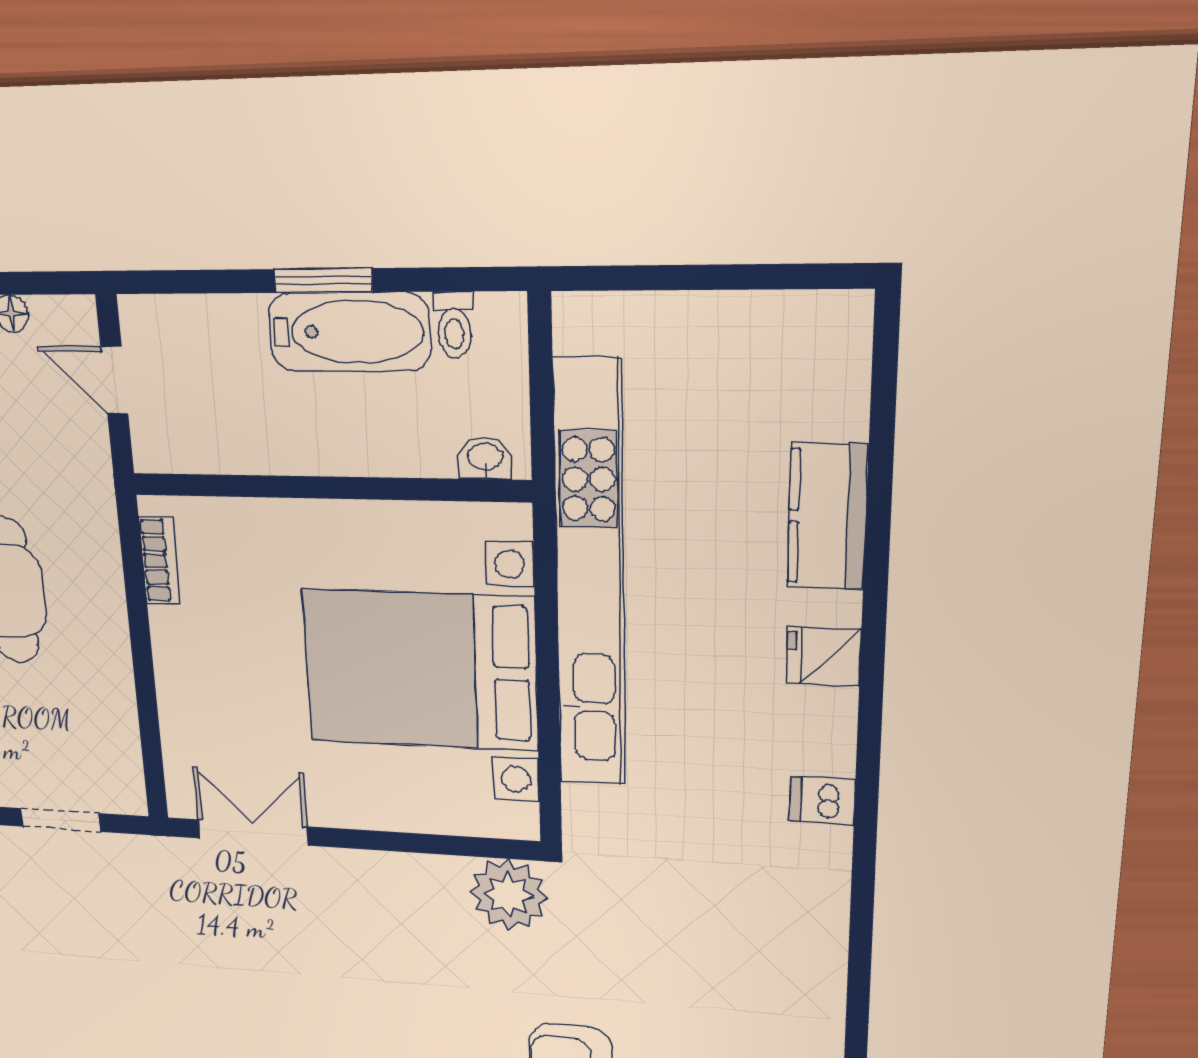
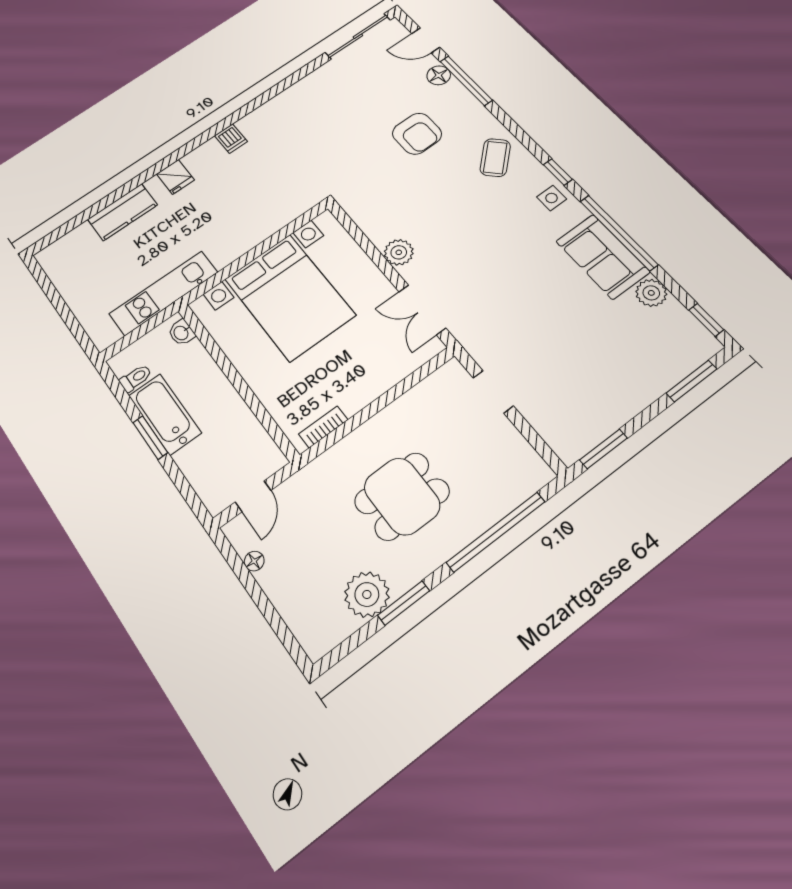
kitchen unit: (590, 579) -> (164, 293), width x0.54
plant: (509, 895) -> (399, 252), moved, width x0.73, depth x0.73

